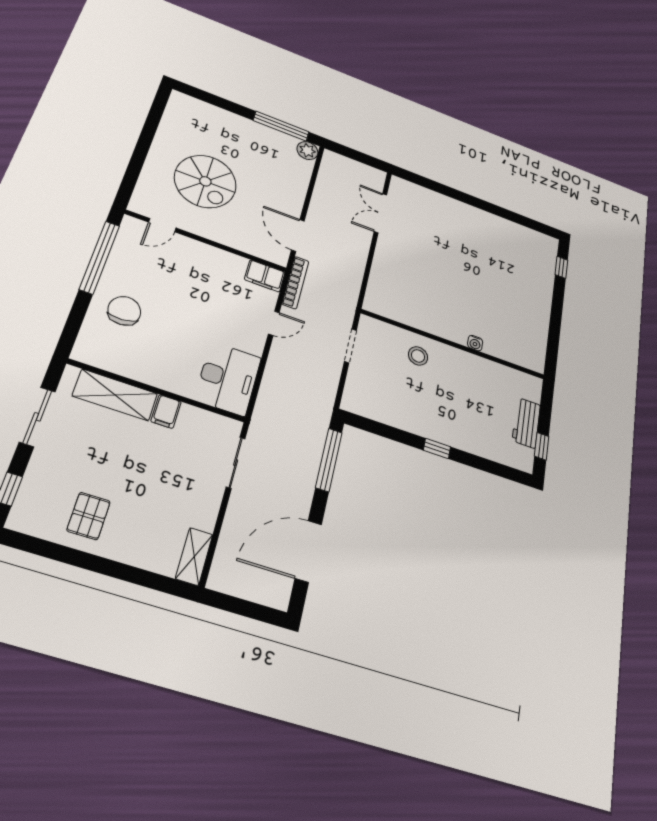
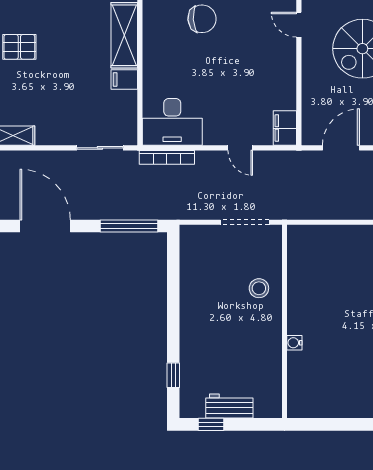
bookcase: (295, 283) -> (167, 157), moved
doorway: (350, 346) -> (245, 222), width x1.38
window: (437, 448) -> (173, 375), moved

